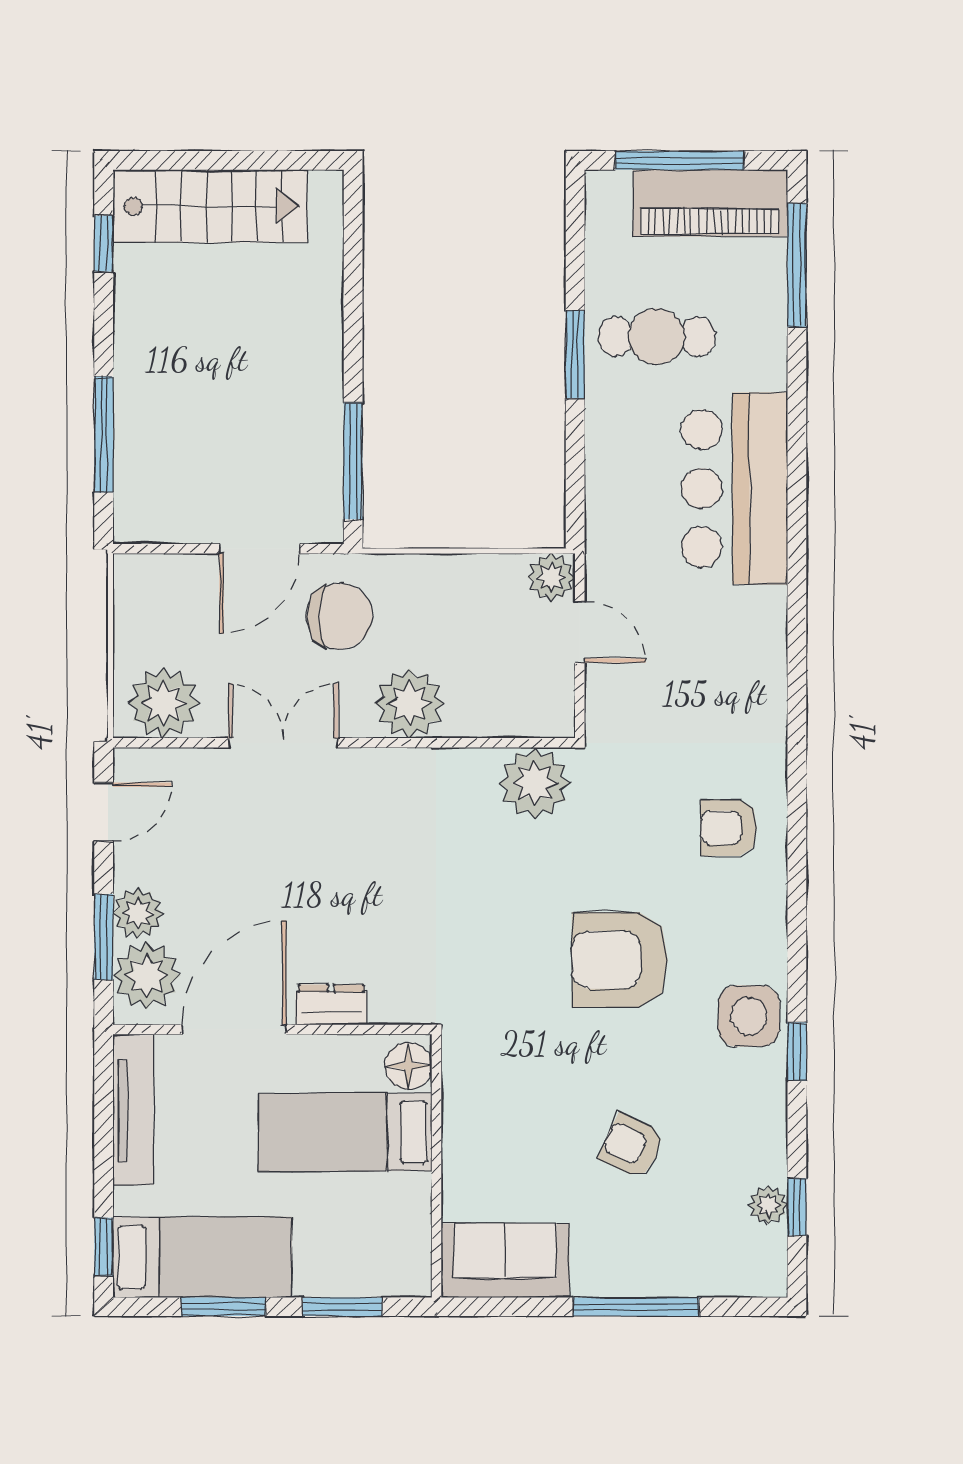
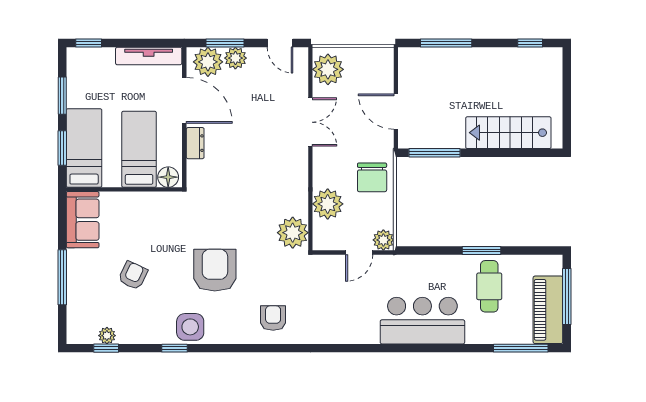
stairs: (210, 206) -> (508, 133), moved, turned 90
chair: (339, 616) -> (372, 177), moved
plant: (410, 703) -> (328, 204), moved
bed: (202, 1257) -> (84, 148), moved, turned 180

